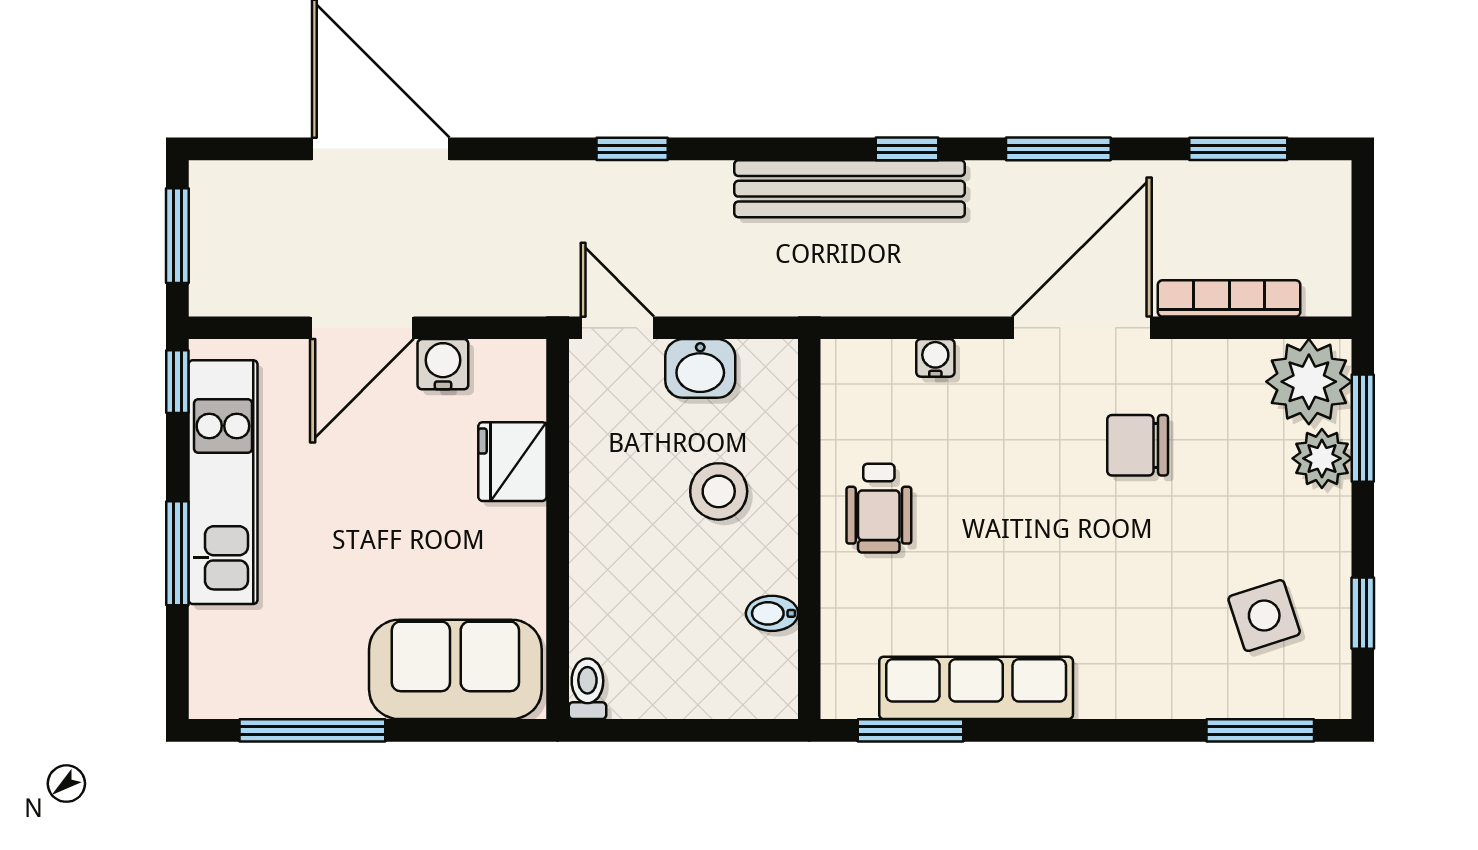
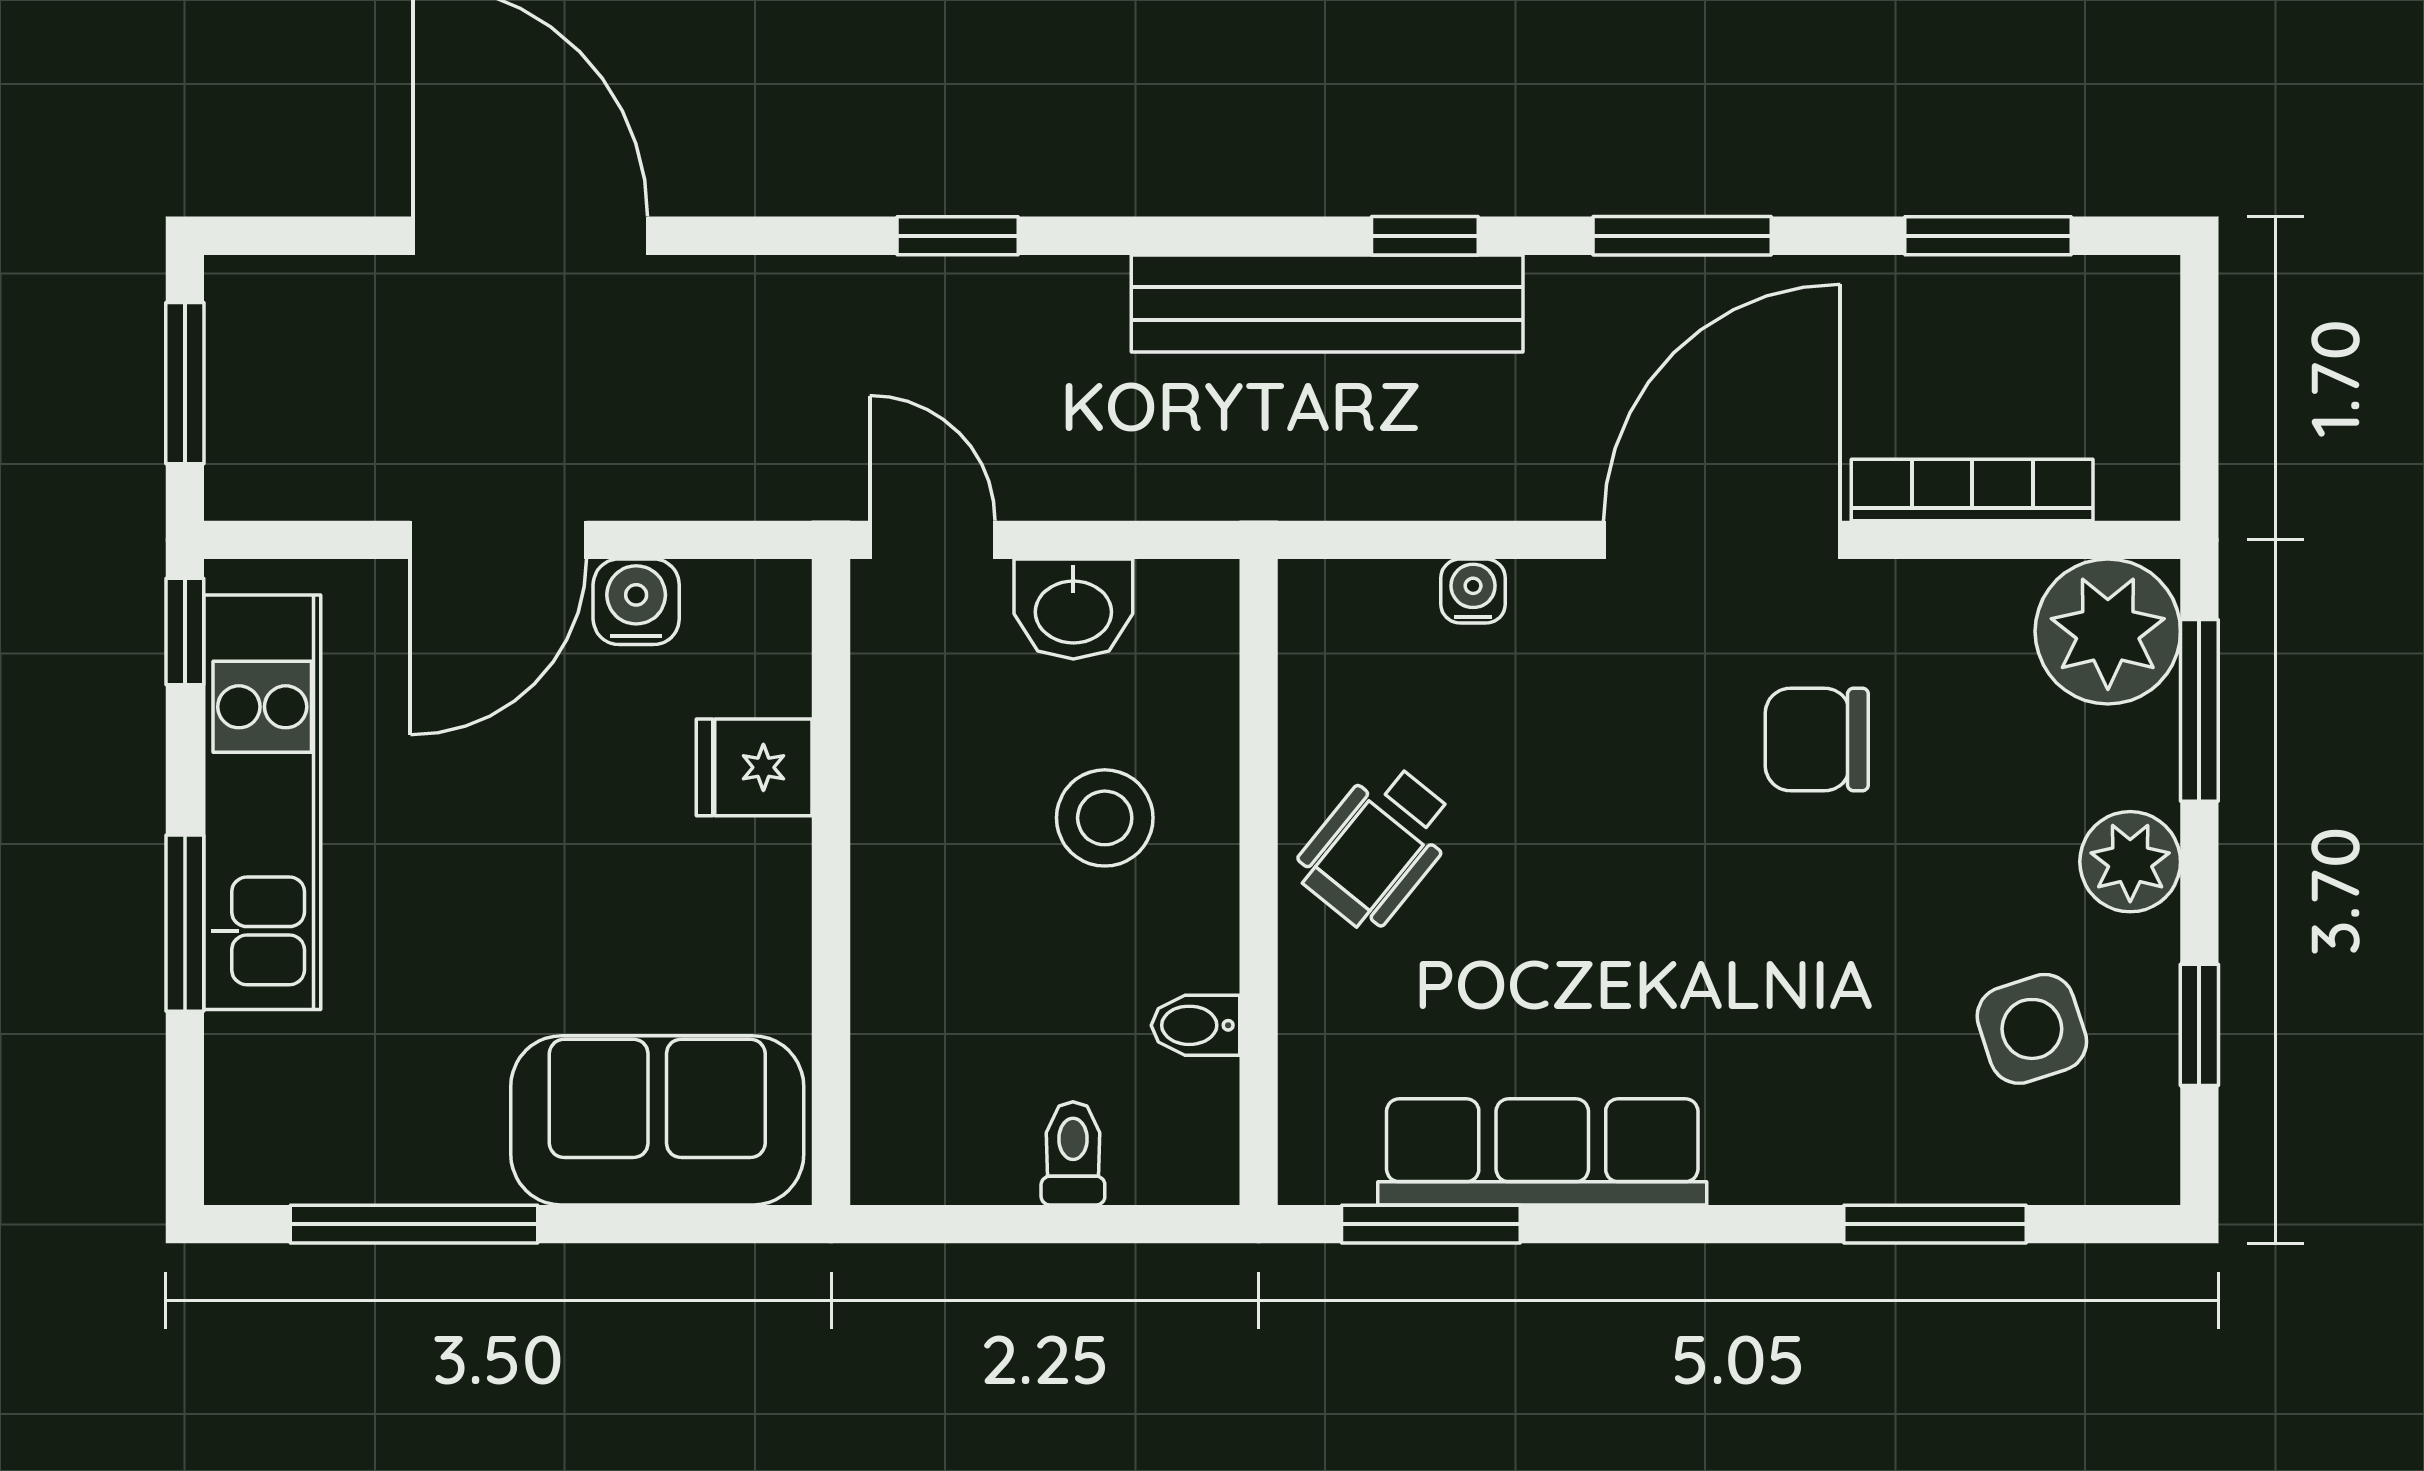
plant: (1322, 458) -> (2130, 862), moved
fridge: (512, 462) -> (754, 767), width x0.72
wheelchair: (879, 508) -> (1377, 846), turned 39
toilet: (587, 689) -> (1073, 1153), moved
window: (1260, 730) -> (1935, 1224), moved

